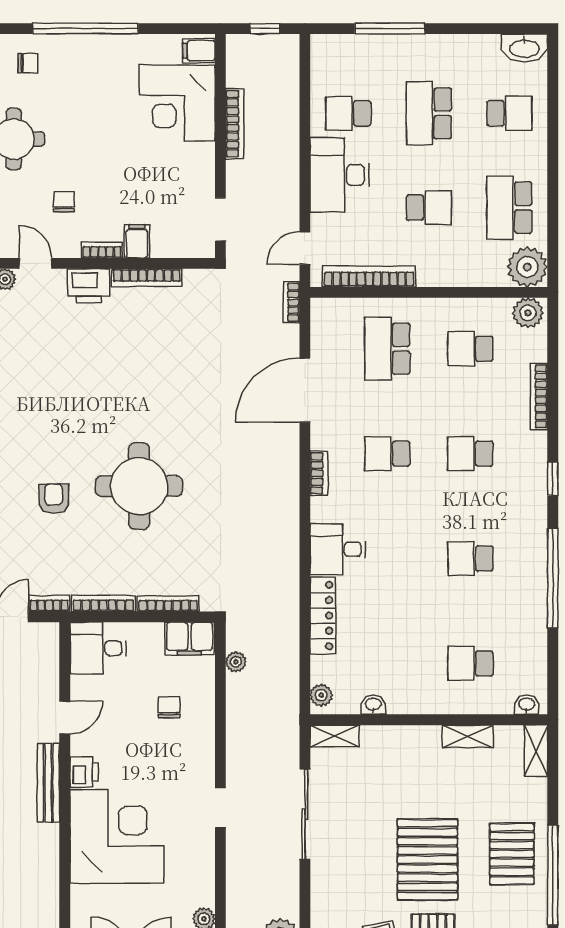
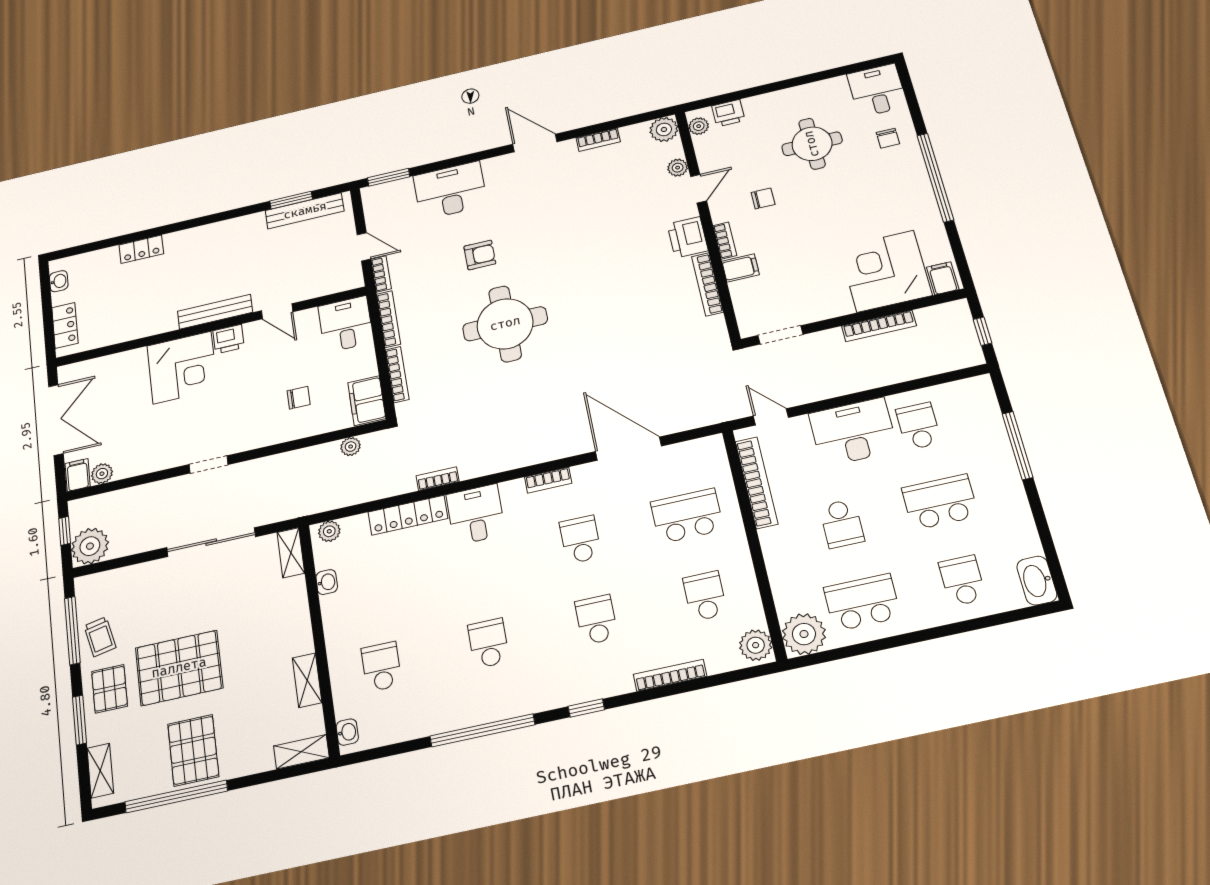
school desk: (509, 113) -> (962, 581), turned 180
bookcase: (291, 302) -> (438, 479), moved
corner desk: (117, 836) -> (182, 368), width x0.74, depth x0.74
pallet: (512, 854) -> (193, 750), turned 90

